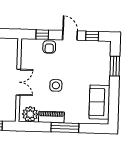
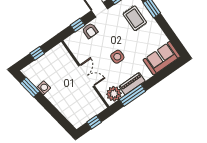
rug: (94, 64) -> (135, 18), added
sofa: (99, 102) -> (162, 58), moved, turned 90
window: (65, 128) -> (133, 95), moved

